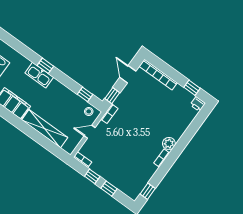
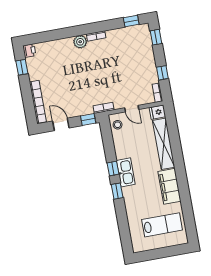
door: (128, 74) -> (61, 124), swing flipped
kitchen sink: (39, 75) -> (126, 172), moved
window: (85, 94) -> (113, 169), moved
fridge: (70, 146) -> (157, 112), added
window: (109, 189) -> (156, 37), moved

